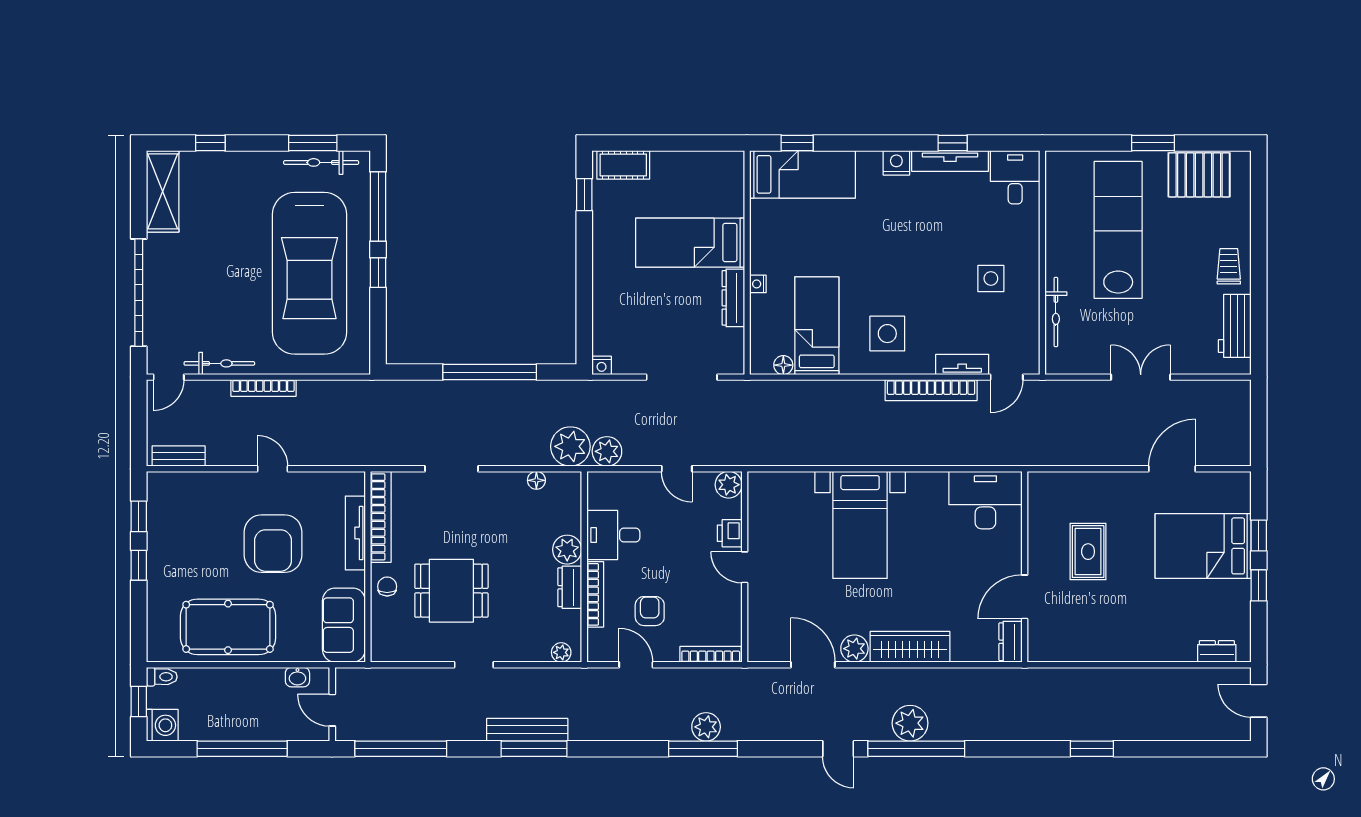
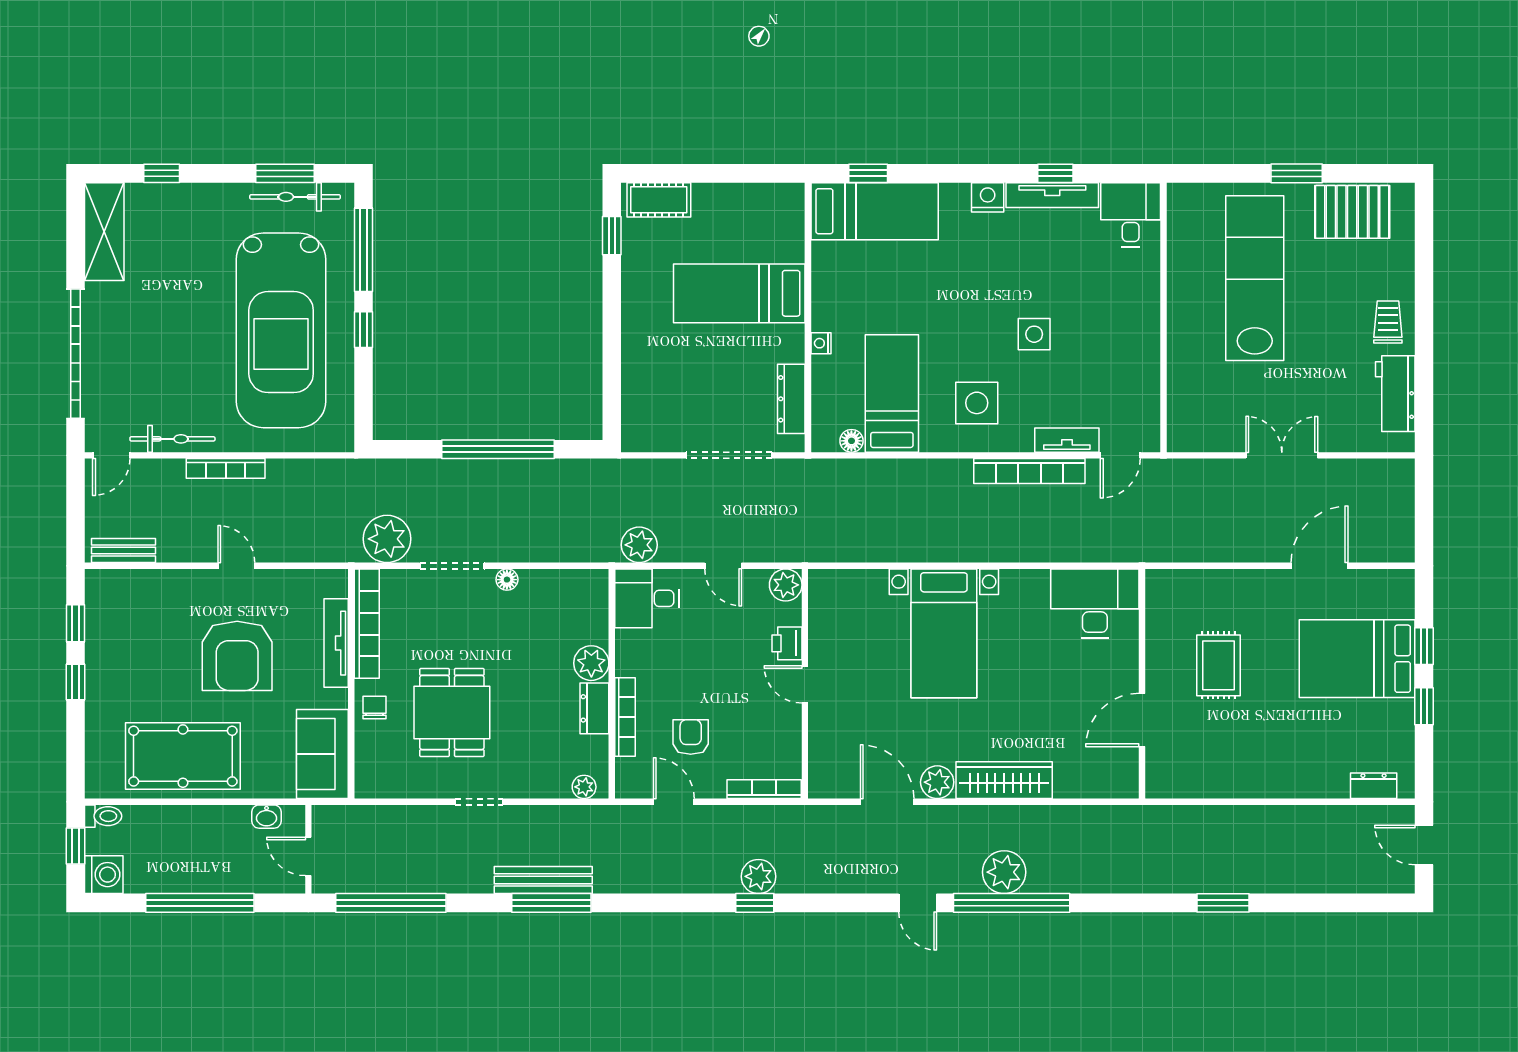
side table: (991, 278) -> (1034, 334), moved
dresser: (733, 298) -> (791, 399), moved
bicycle: (1056, 312) -> (1180, 377), removed
nightstand: (602, 365) -> (633, 441), removed
plant: (570, 446) -> (387, 539), moved
floor lamp: (536, 480) -> (507, 580), moved
desk: (613, 535) -> (647, 598), moved
dining table: (451, 591) -> (452, 712), turned 90
dresser: (1010, 642) -> (1125, 774), removed
window: (703, 749) -> (755, 903), width x0.46

